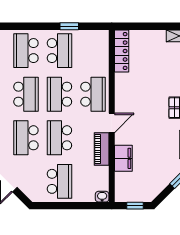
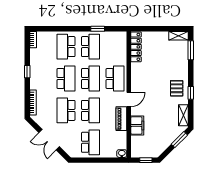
school desk: (59, 94) -> (91, 78), turned 180
school desk: (59, 138) -> (91, 110), turned 180

